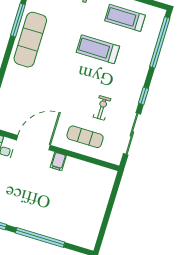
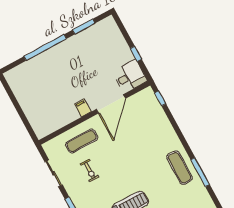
exercise mat: (30, 40) -> (180, 168), width x0.73, depth x0.69
sliding door: (132, 134) -> (54, 173), width x0.73

